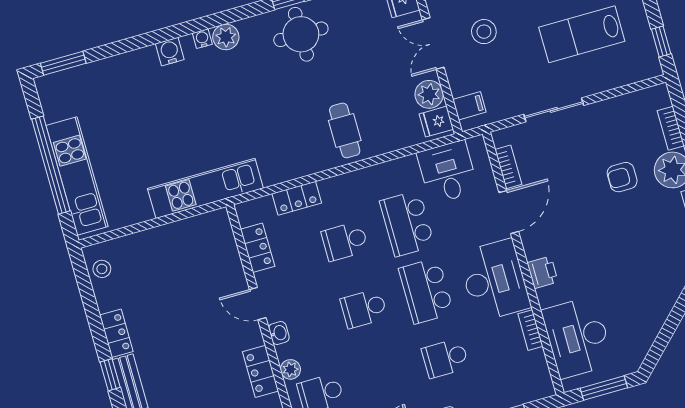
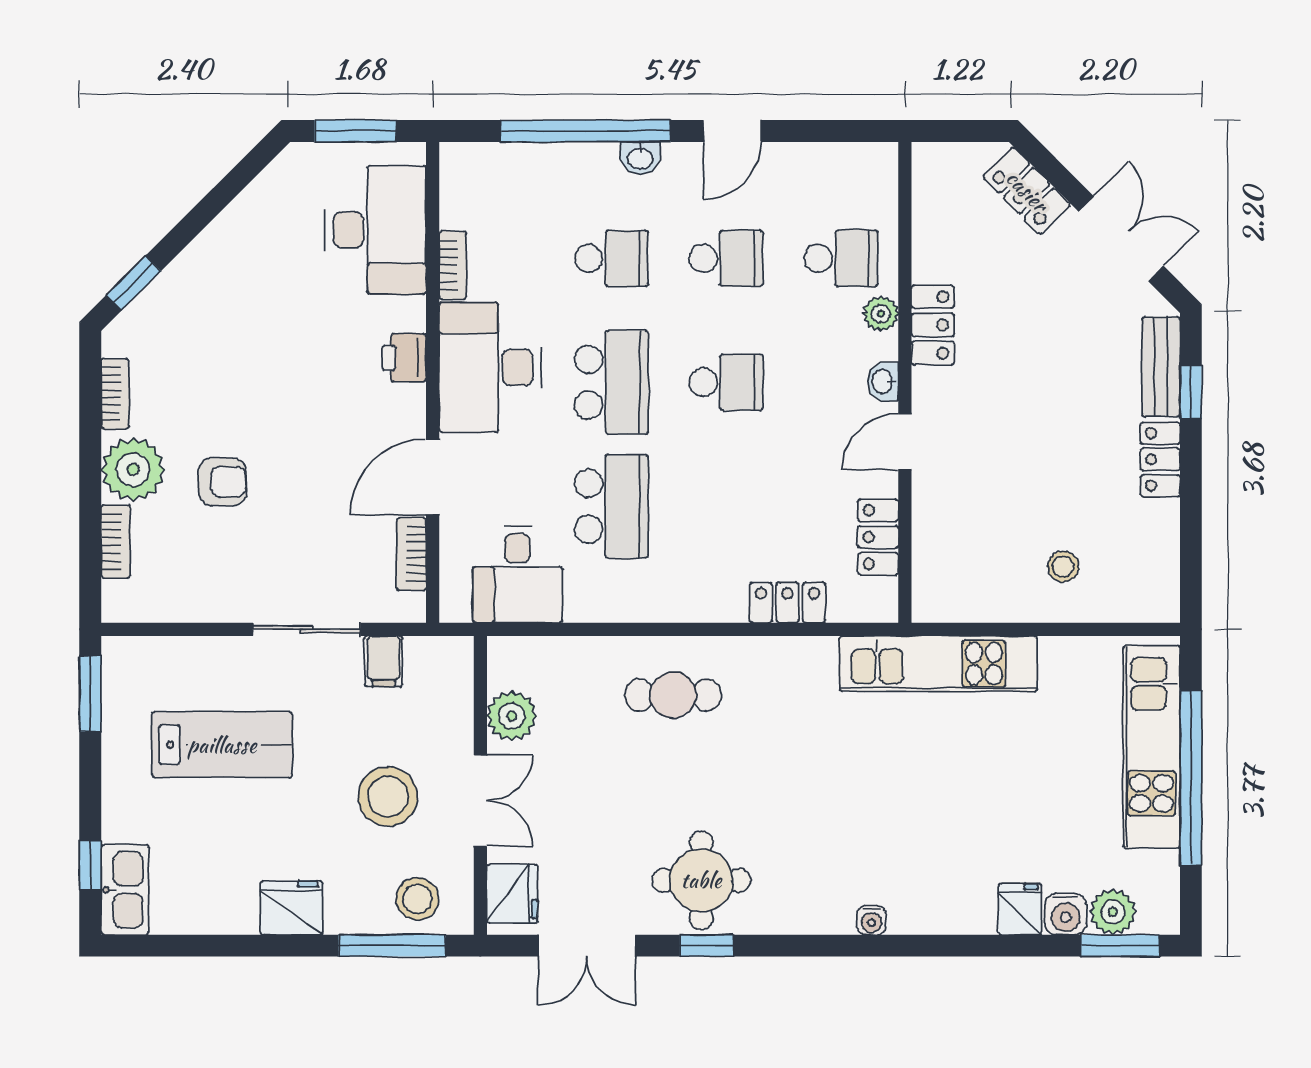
stool: (484, 32) -> (388, 797), width x1.38, depth x1.38
plant: (226, 37) -> (1113, 912), moved
window: (661, 42) -> (90, 694), width x1.50
water cooler: (170, 52) -> (1066, 914), moved
filing cabinet: (469, 106) -> (384, 661), moved, turned -90
fridge: (436, 122) -> (1020, 909), moved, turned -90
cafe table: (345, 130) -> (673, 695), turned 90
school desk: (345, 241) -> (726, 258), moved
stool: (102, 269) -> (1063, 567), moved
door: (258, 304) -> (905, 442), swing flipped

